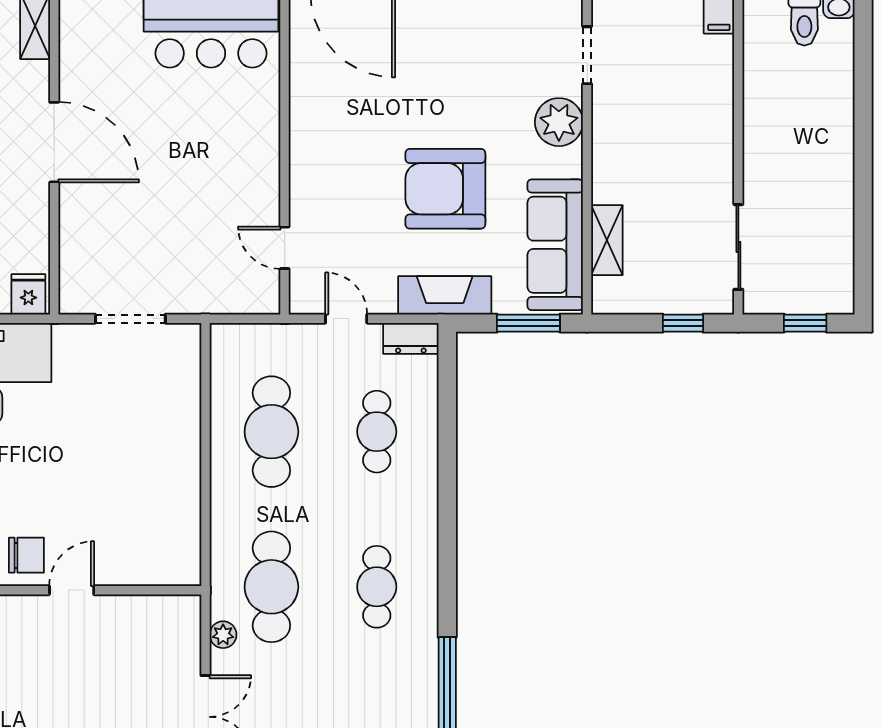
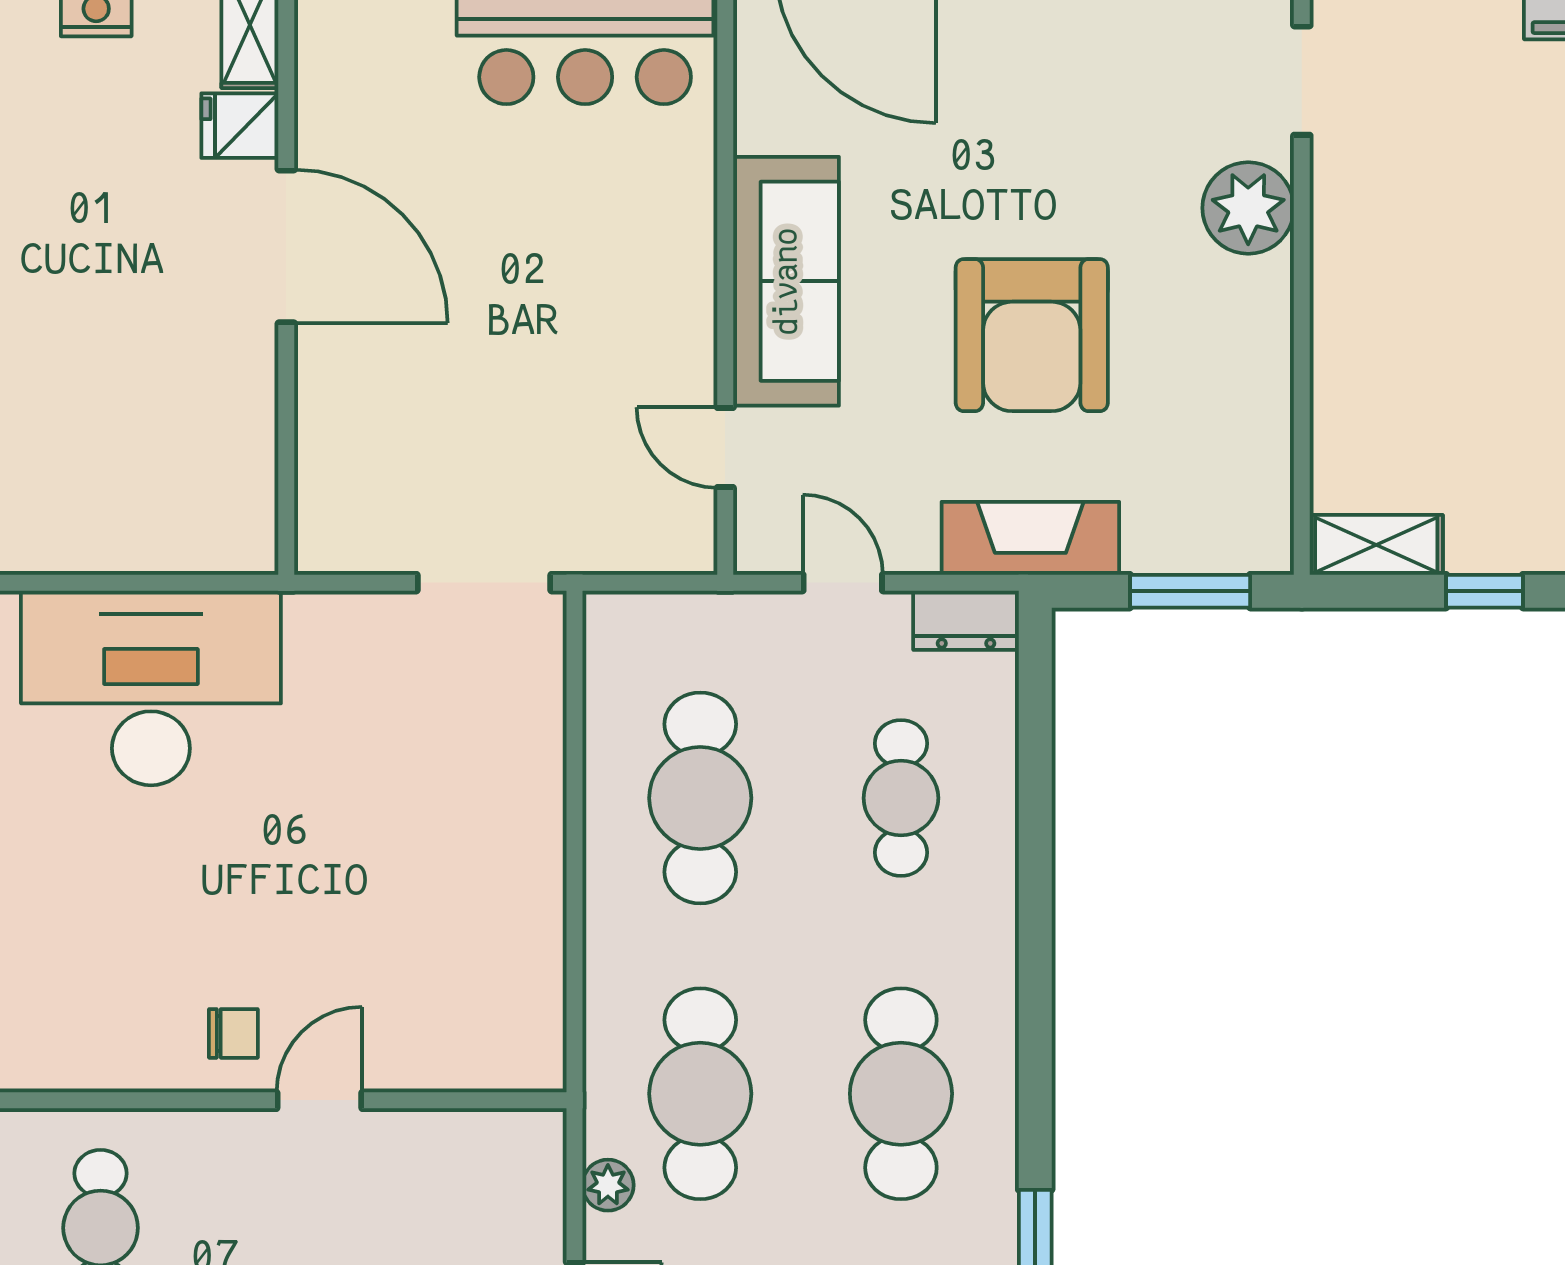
armchair: (445, 189) -> (1032, 335), turned -90
shelving: (607, 240) -> (1376, 545), moved, turned 90
sofa: (555, 245) -> (786, 281), moved, turned 180
fridge: (28, 294) -> (240, 126), moved, turned -90
doorway: (130, 319) -> (484, 583), moved
chair: (26, 555) -> (233, 1033), width x0.73, depth x0.73
cafe table: (377, 587) -> (901, 1094), width x1.37, depth x1.35

